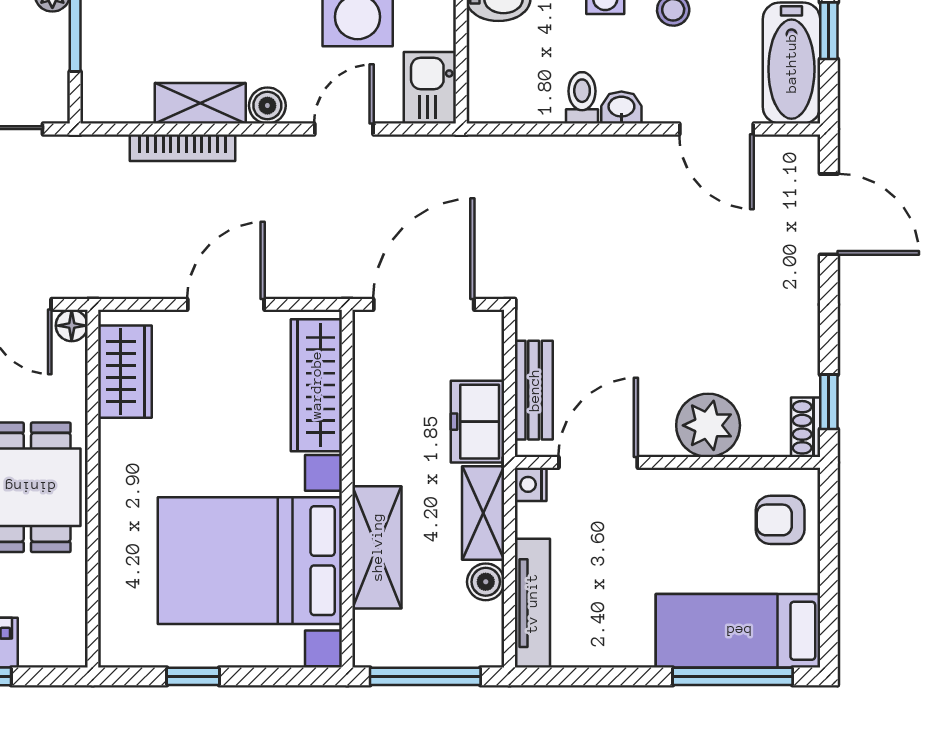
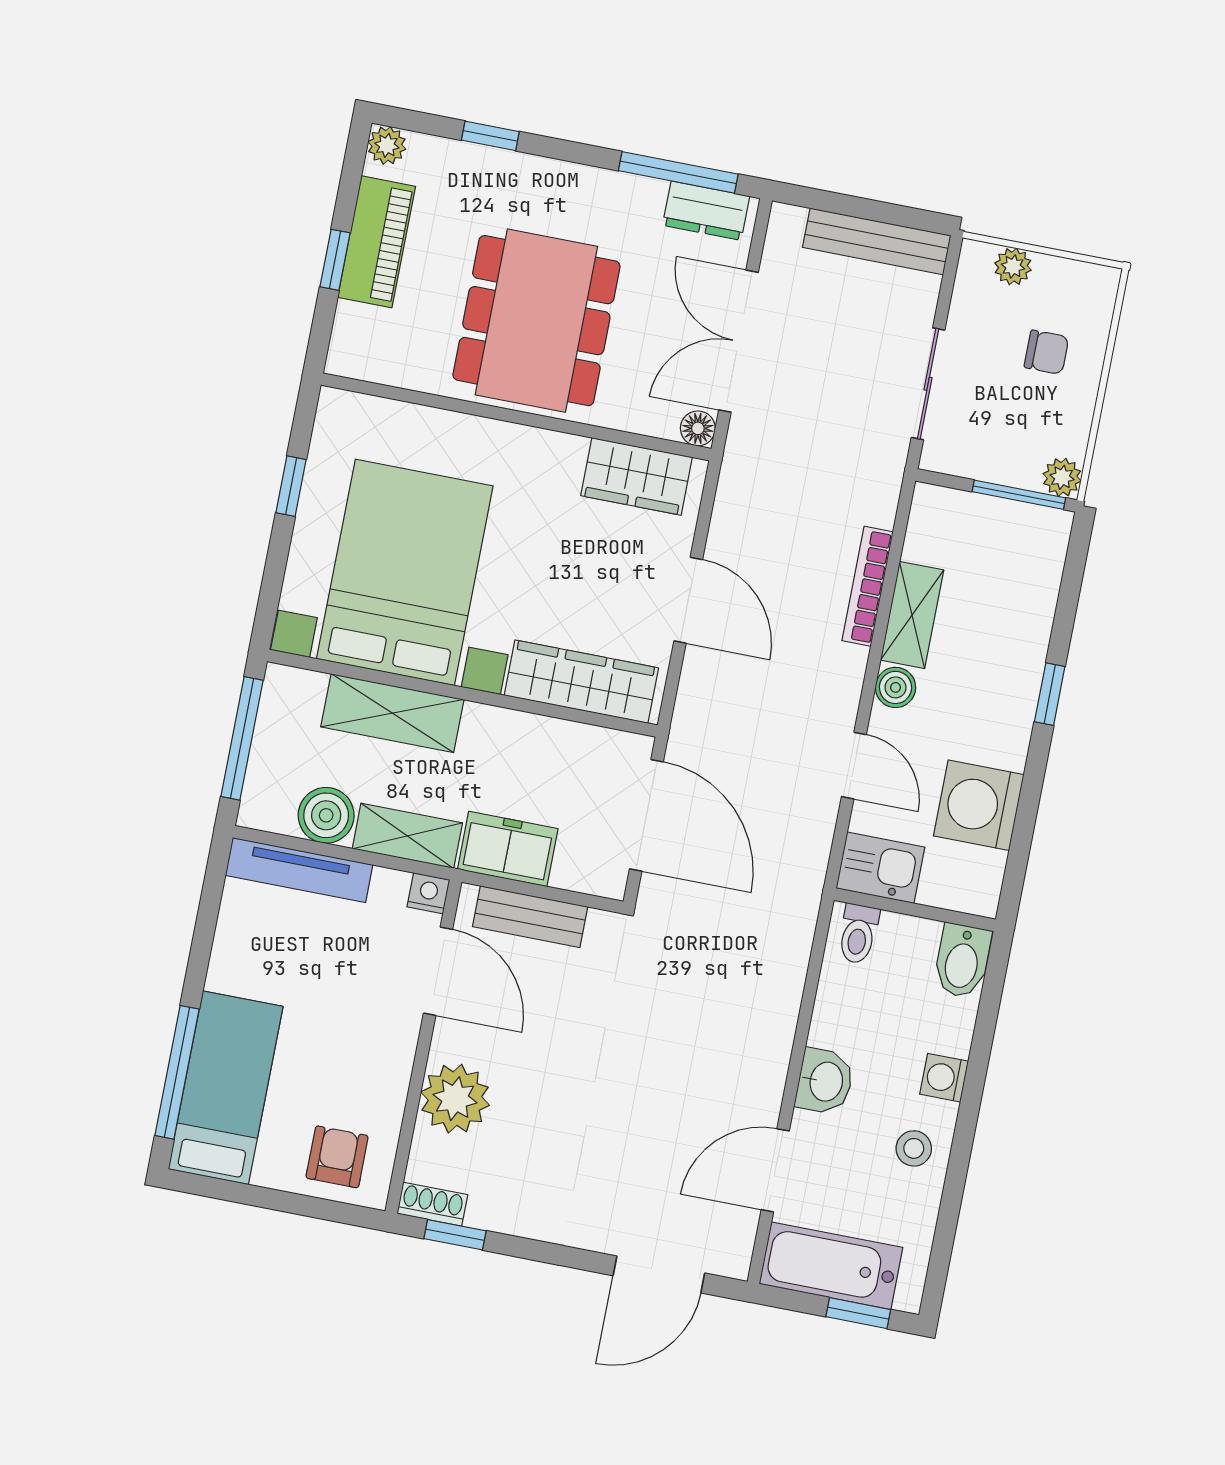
toilet: (582, 98) -> (858, 934), moved, turned 90
washbasin: (621, 108) -> (825, 1081), width x1.38, depth x1.45
boiler: (486, 582) -> (326, 815), width x1.36, depth x1.36

